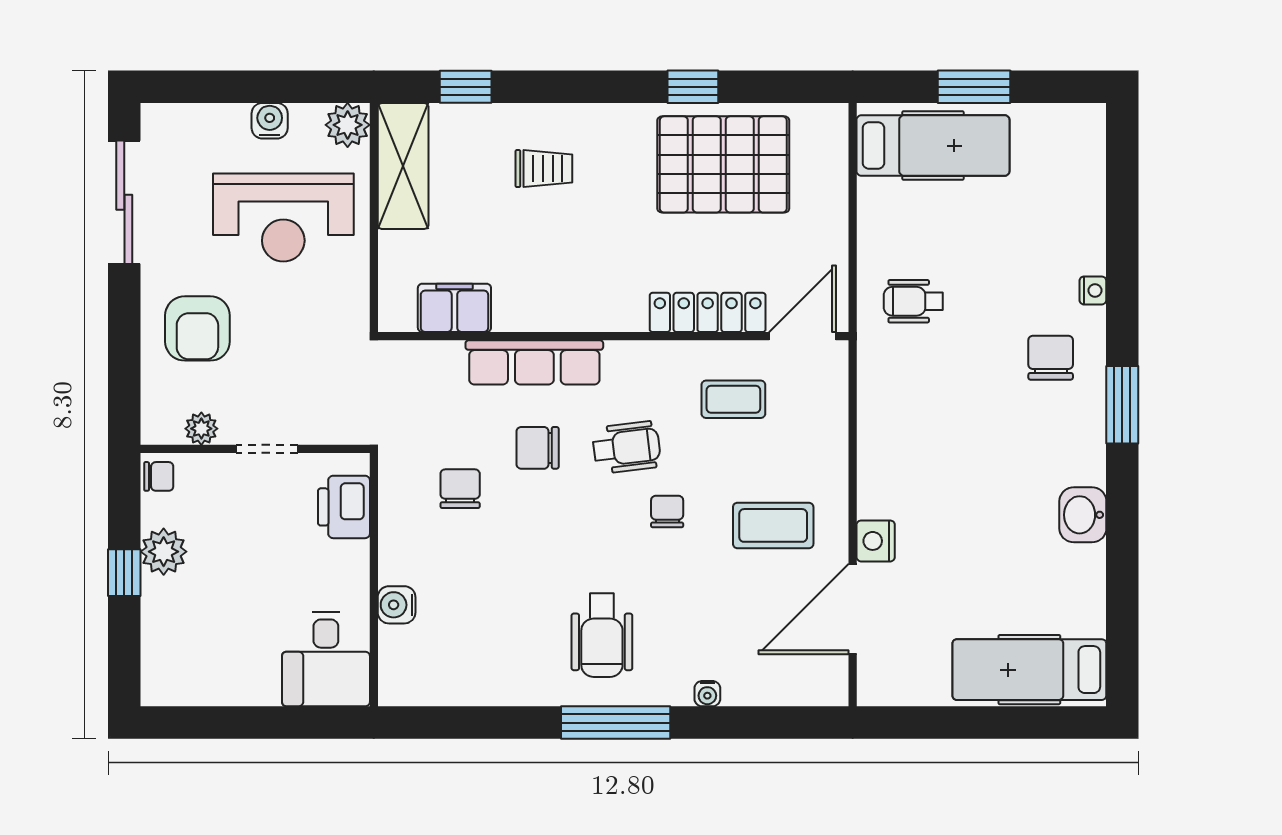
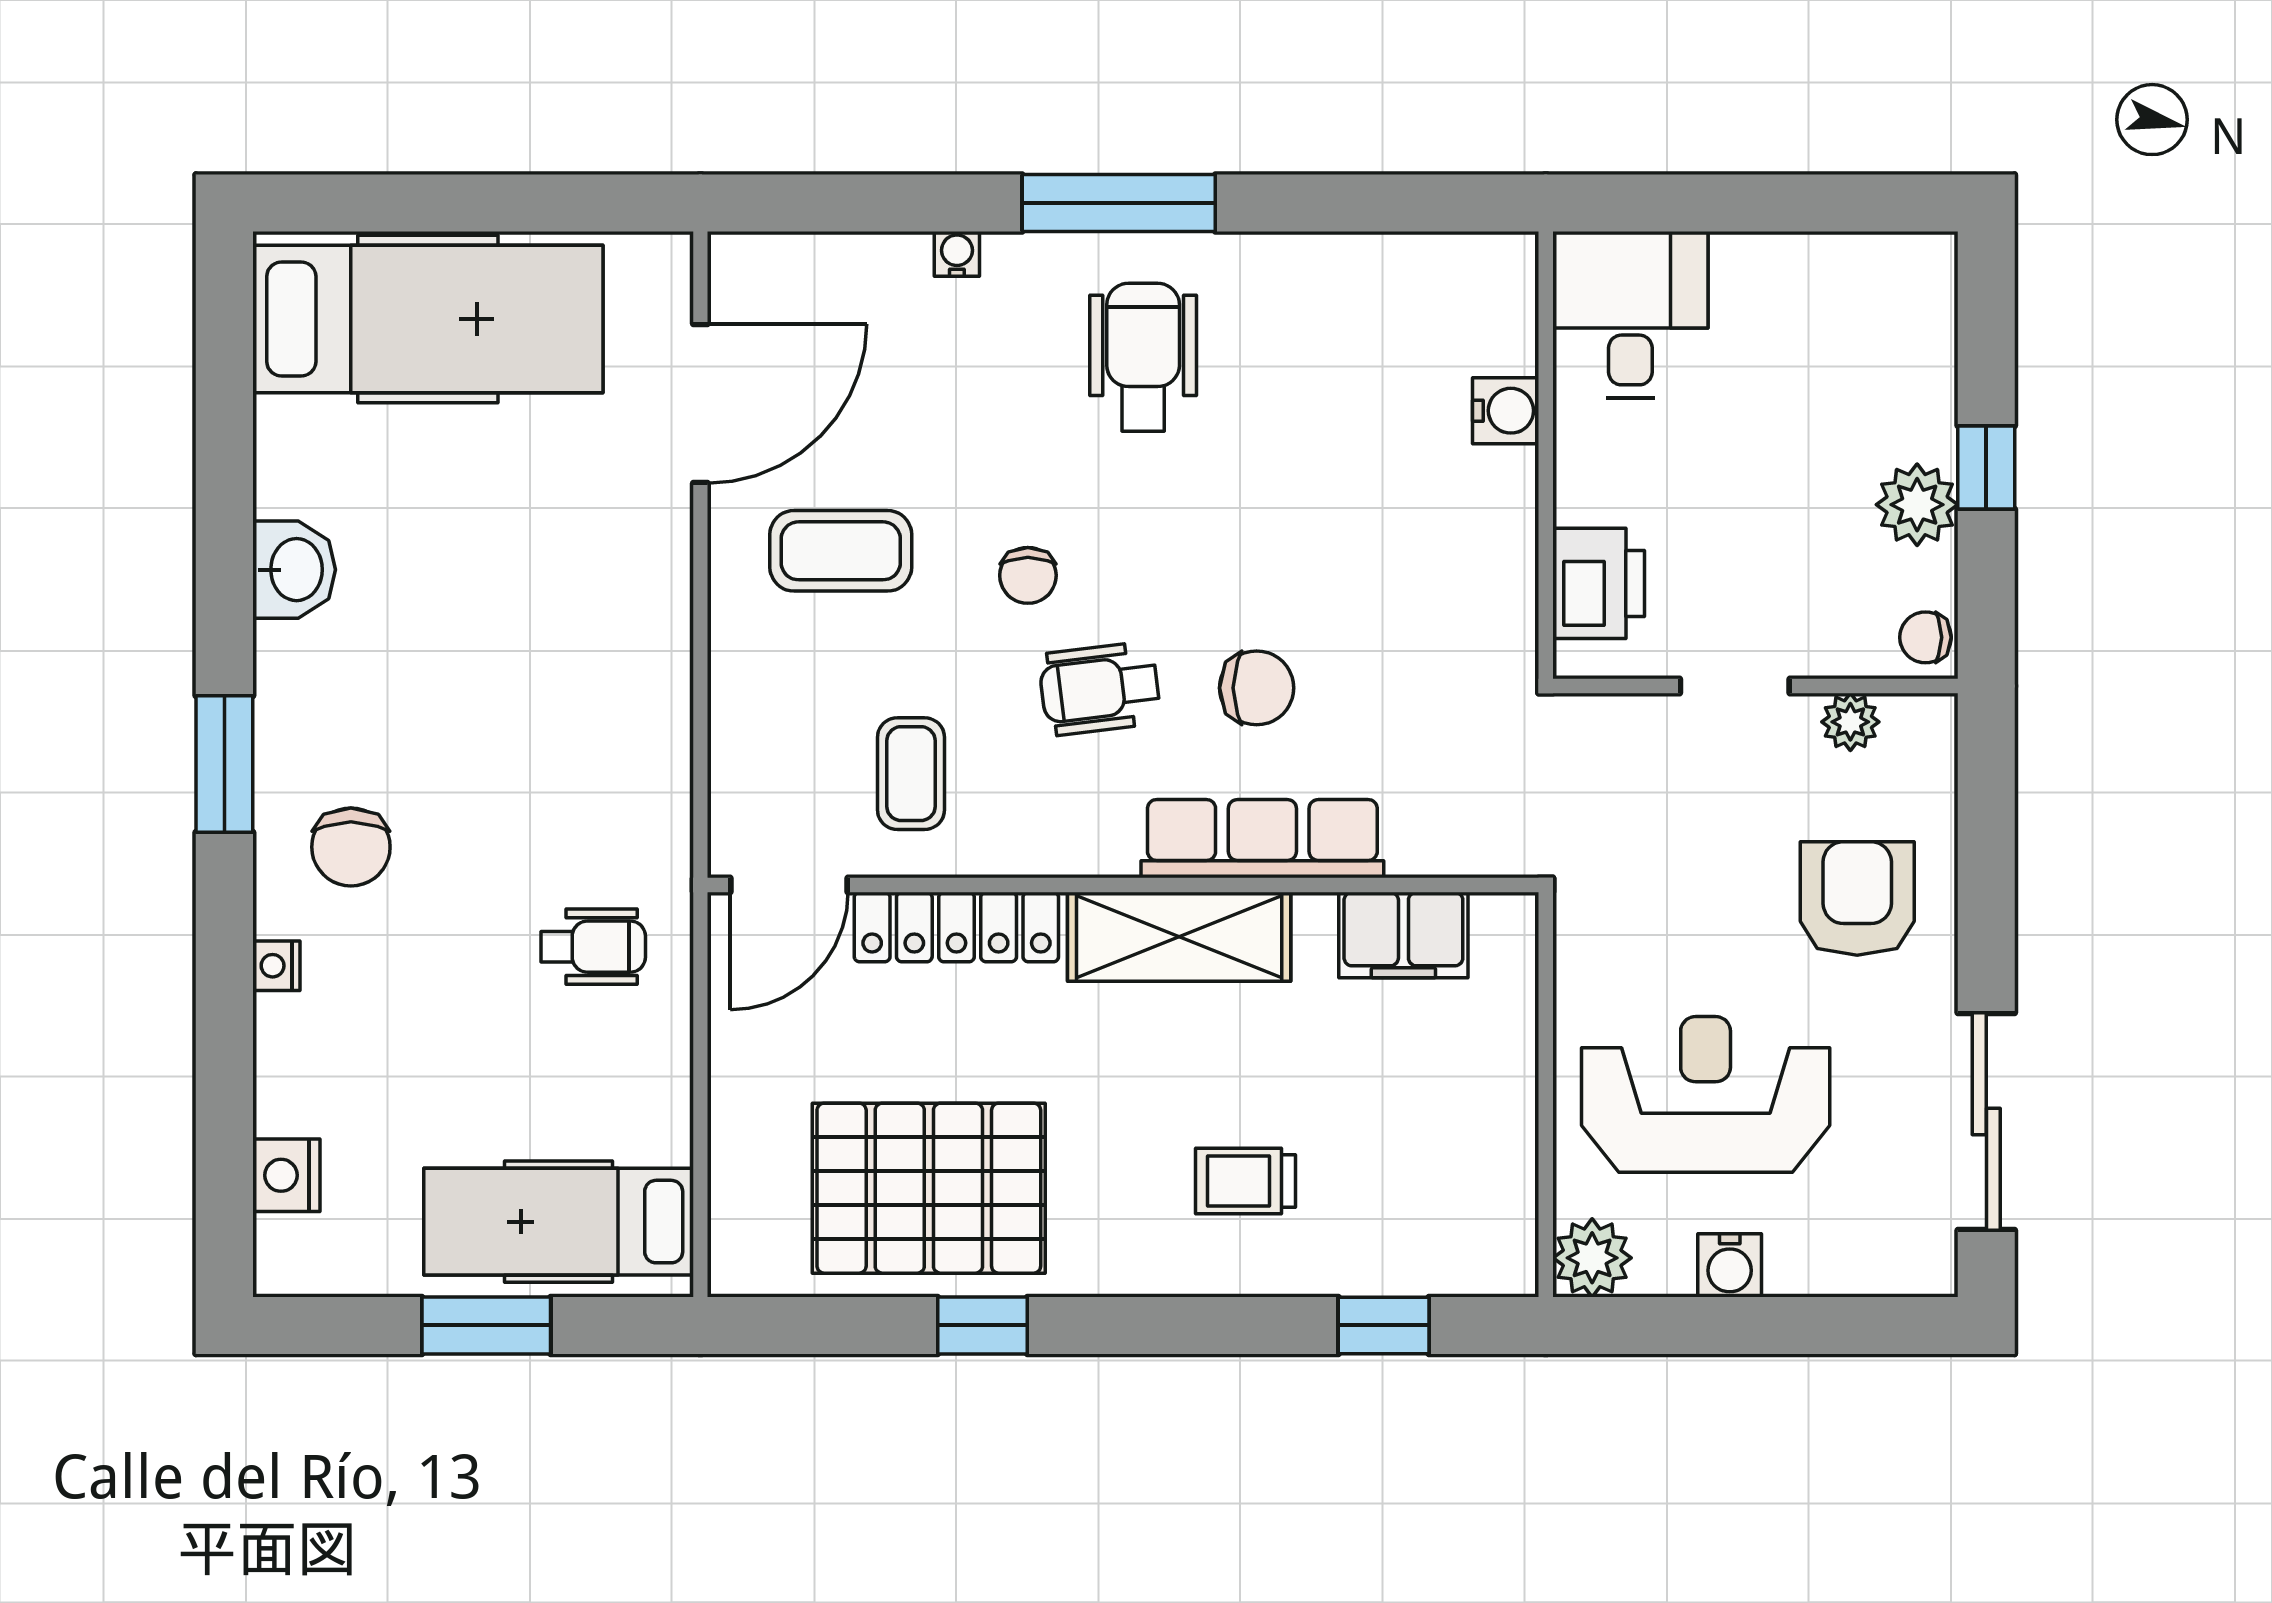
shelving: (403, 166) -> (1179, 937), moved, turned 90
coffee table: (733, 399) -> (911, 774), turned 90
chair: (460, 489) -> (1393, 616), removed
nightstand: (876, 541) -> (286, 1175), moved, turned 180
hospital bed: (1029, 670) -> (428, 319), width x1.37, depth x1.29

